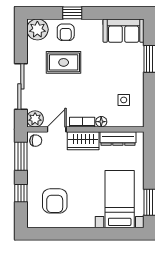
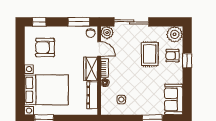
window: (21, 193) -> (39, 22), moved
bed with nightstands: (120, 199) -> (46, 90), width x1.36

